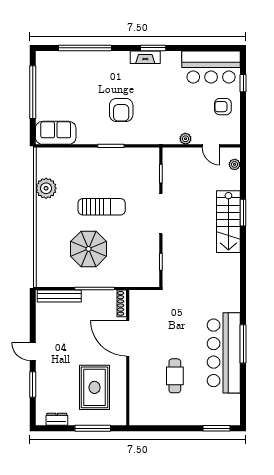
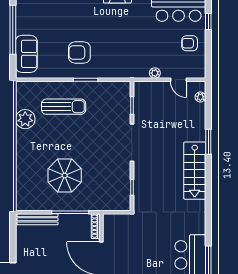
armchair: (121, 110) -> (79, 52), moved, turned 90
sofa: (56, 133) -> (26, 54), moved, turned 90
sun lounger: (102, 207) -> (64, 107), moved
stairs: (228, 222) -> (195, 171), moved

